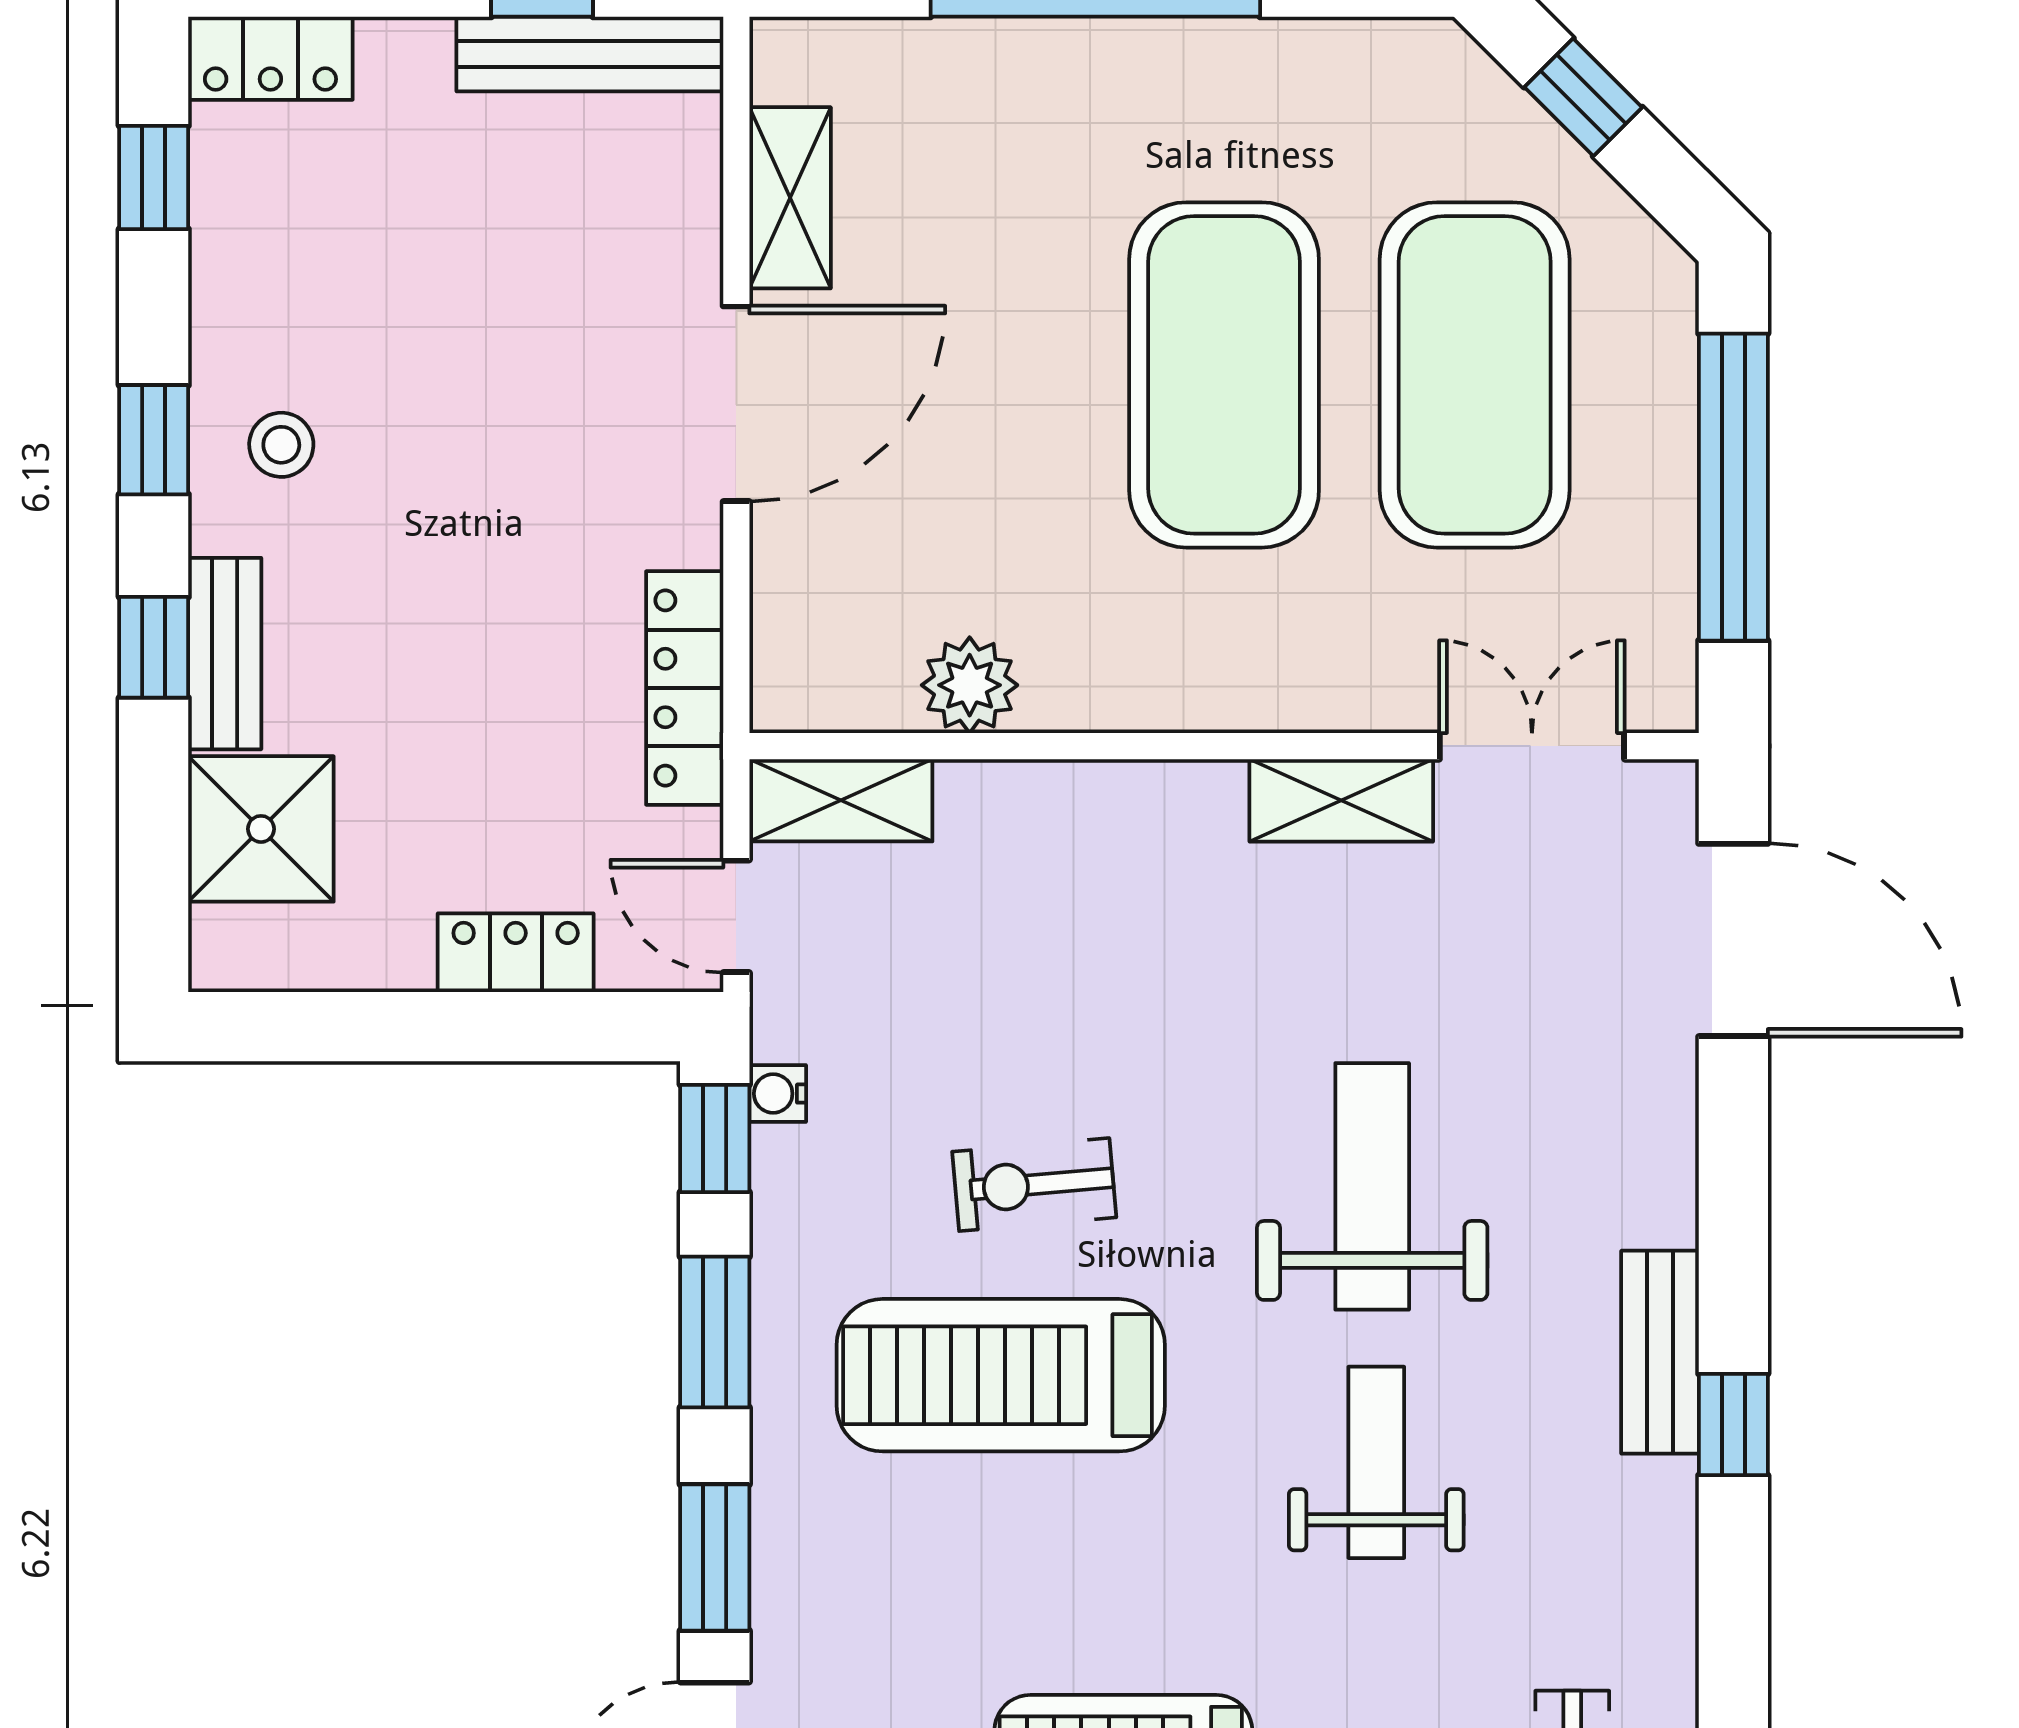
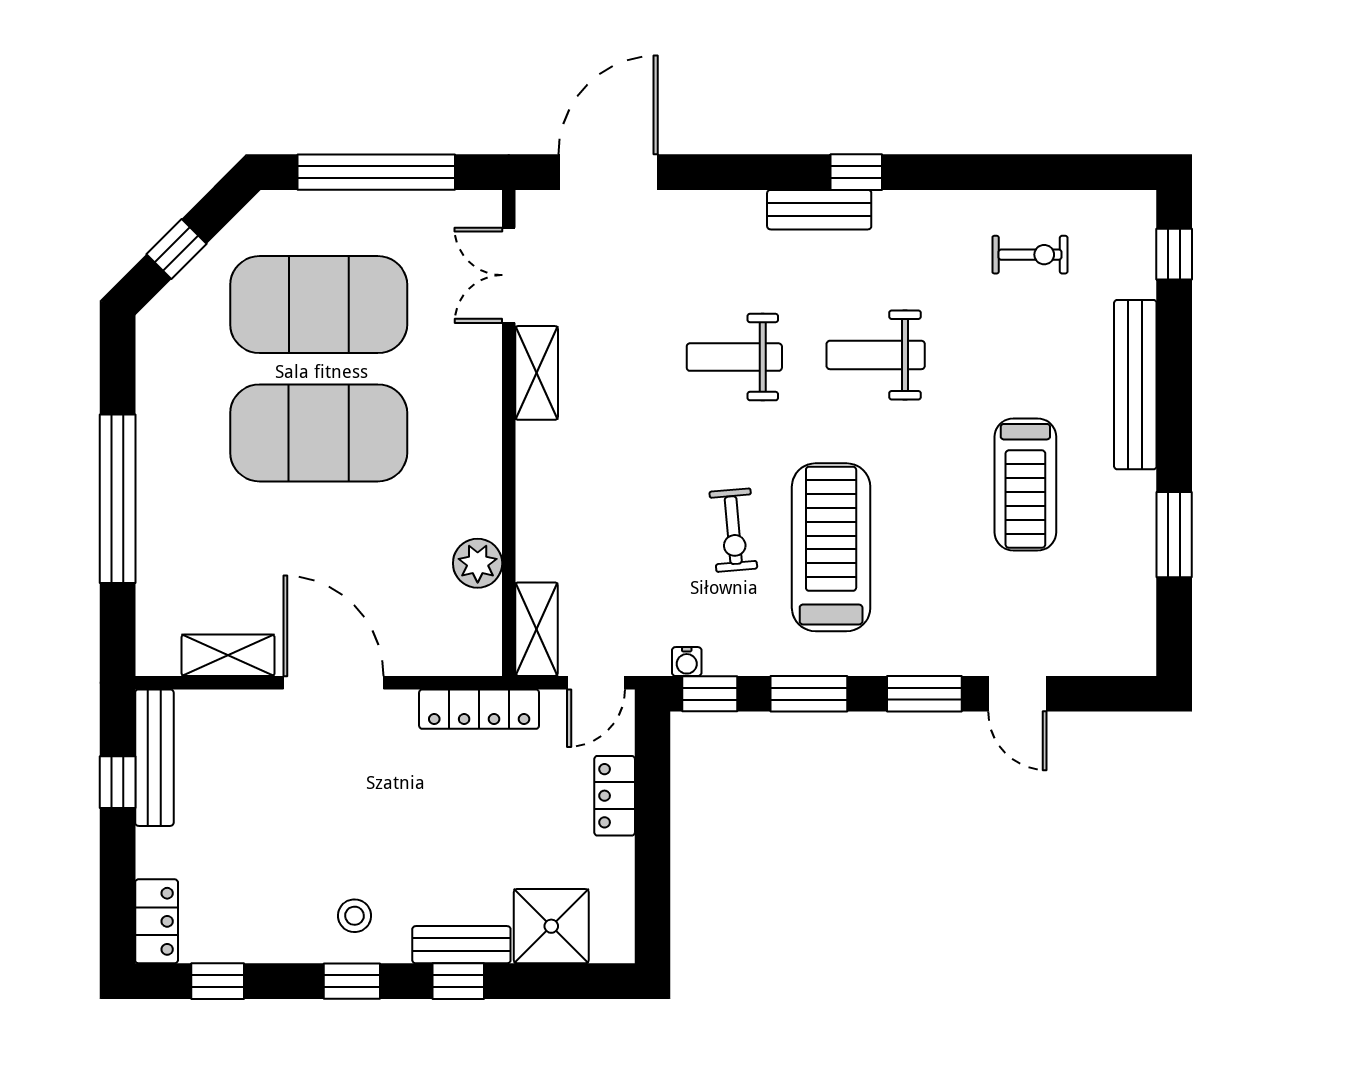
weight bench: (1372, 1186) -> (734, 357), width x0.73, depth x0.75
treadmill: (1001, 1375) -> (831, 547), turned 180

